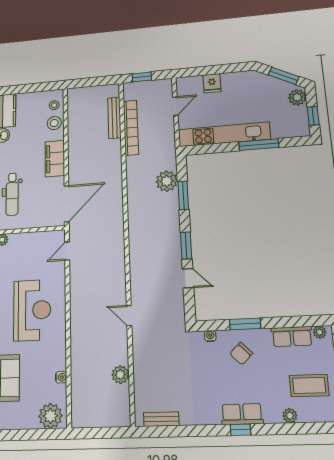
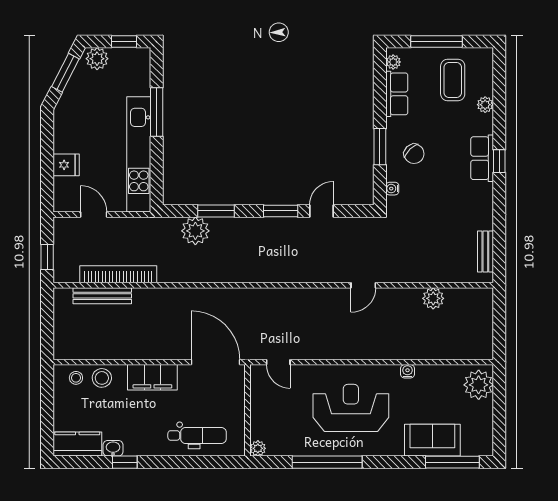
water cooler: (61, 377) -> (407, 371), moved

